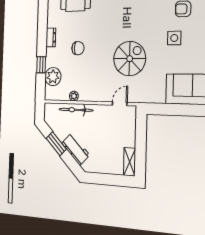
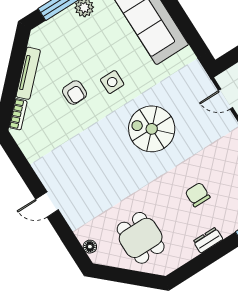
spiral stairs: (130, 59) -> (152, 129), moved

